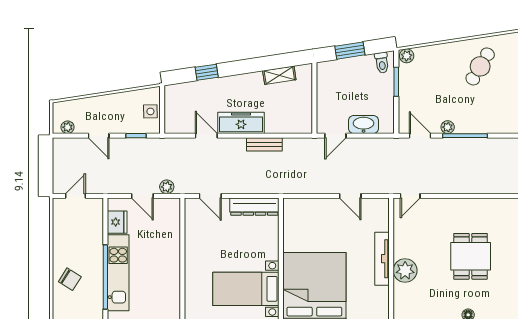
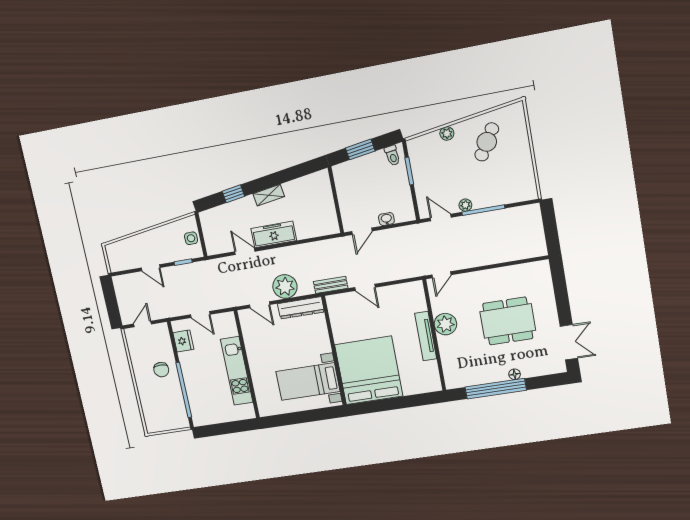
plant: (407, 56) -> (447, 133), moved
shelving: (279, 75) -> (269, 195), moved
washbasin: (364, 124) -> (386, 219), width x0.52, depth x0.69
plant: (68, 127) -> (122, 265), removed
bench: (264, 144) -> (331, 285), moved
plant: (167, 187) -> (285, 287), moved, width x1.88, depth x1.88
door: (350, 196) -> (365, 287), moved
dining table: (471, 256) -> (508, 321), width x1.38
plant: (405, 270) -> (445, 324), moved
kitchen unit: (118, 273) -> (237, 371), moved, turned 180
chair: (70, 279) -> (161, 370), moved, turned 59

